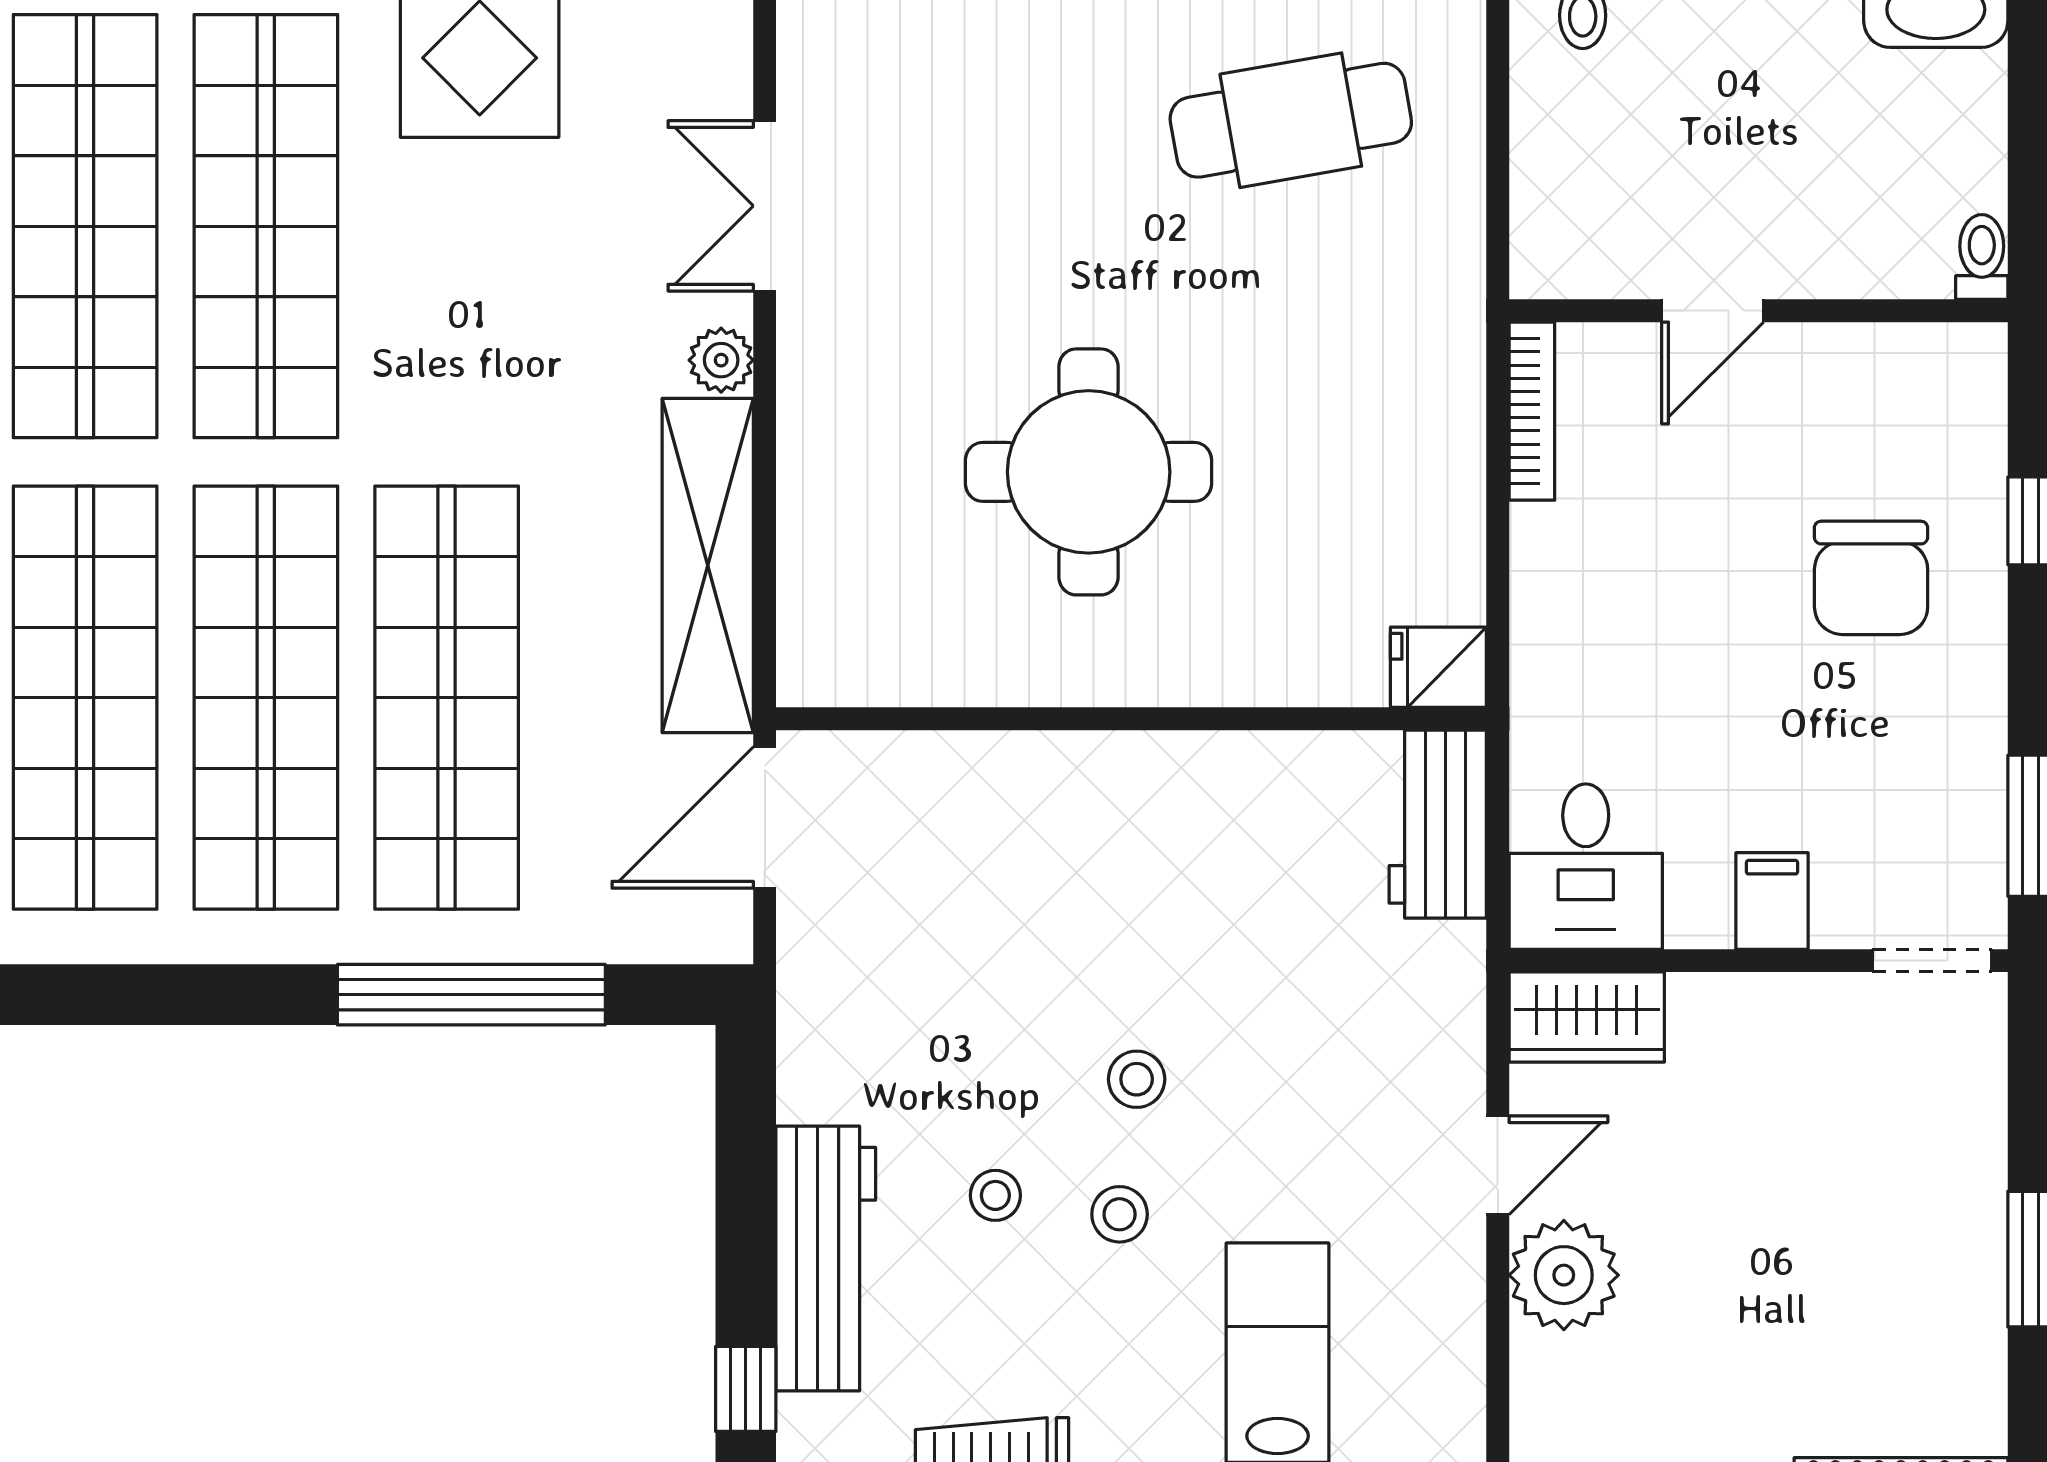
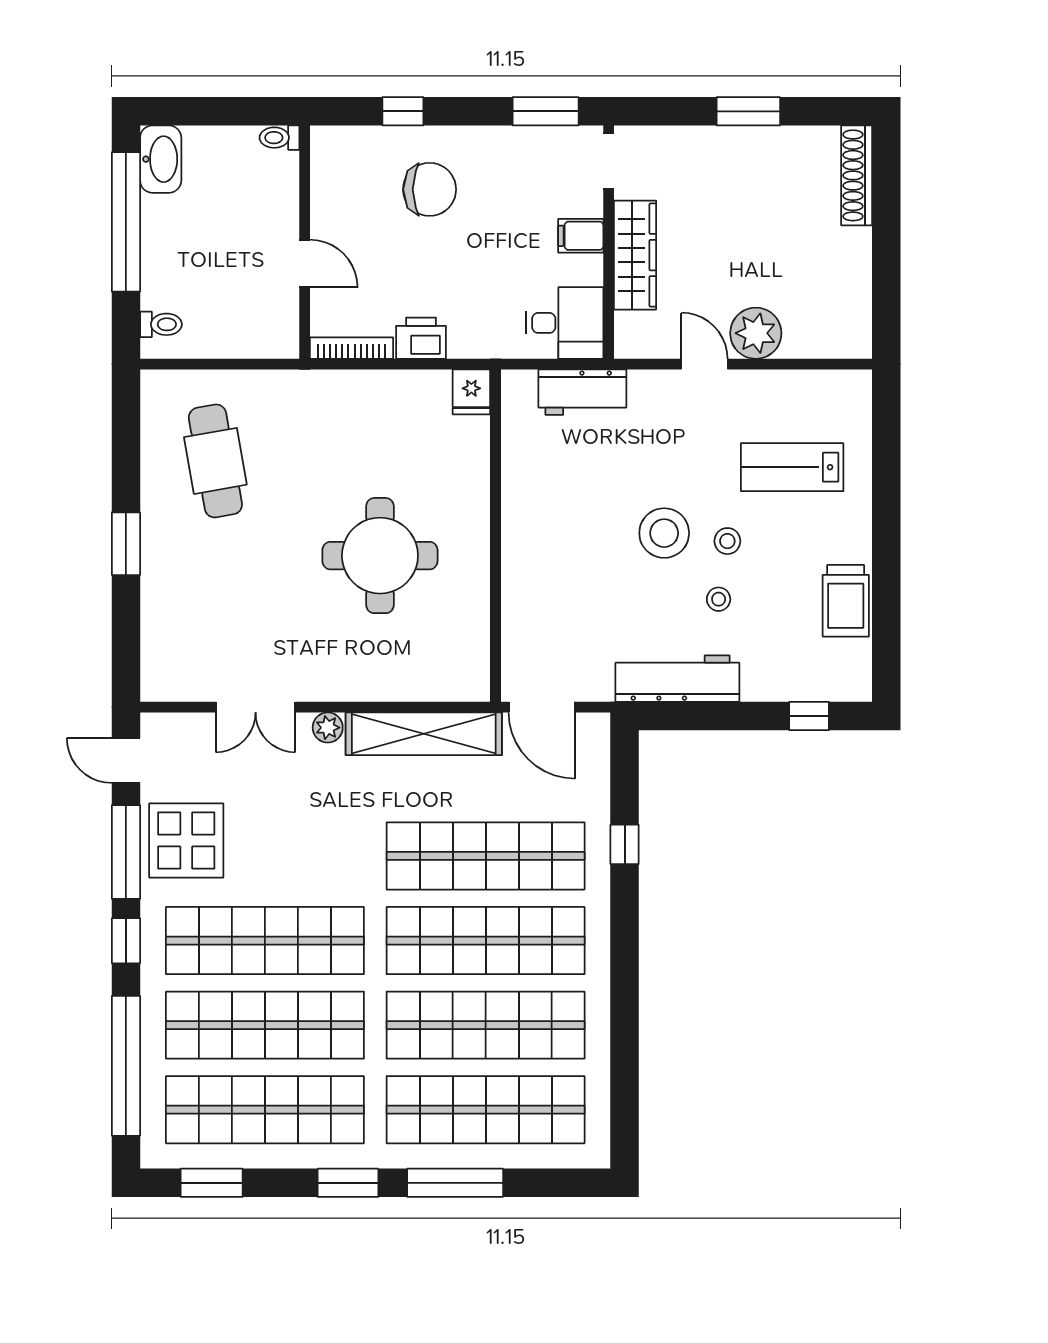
printer: (1553, 560) -> (421, 338), added
workbench: (1438, 824) -> (582, 392), moved
window: (471, 995) -> (625, 844), width x0.32
wardrobe: (1587, 1017) -> (635, 255), moved, width x1.50
stool: (1137, 1079) -> (664, 533), width x1.89, depth x1.89
workbench: (826, 1259) -> (677, 679), moved

